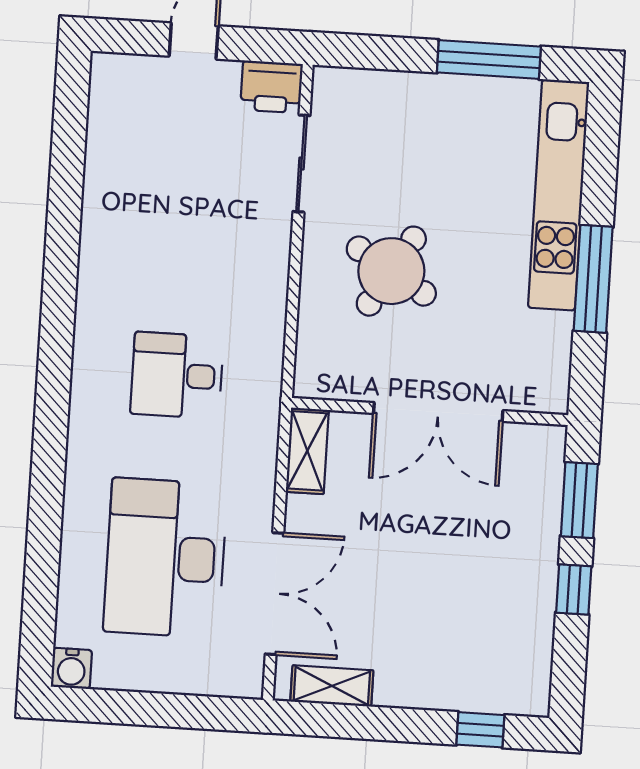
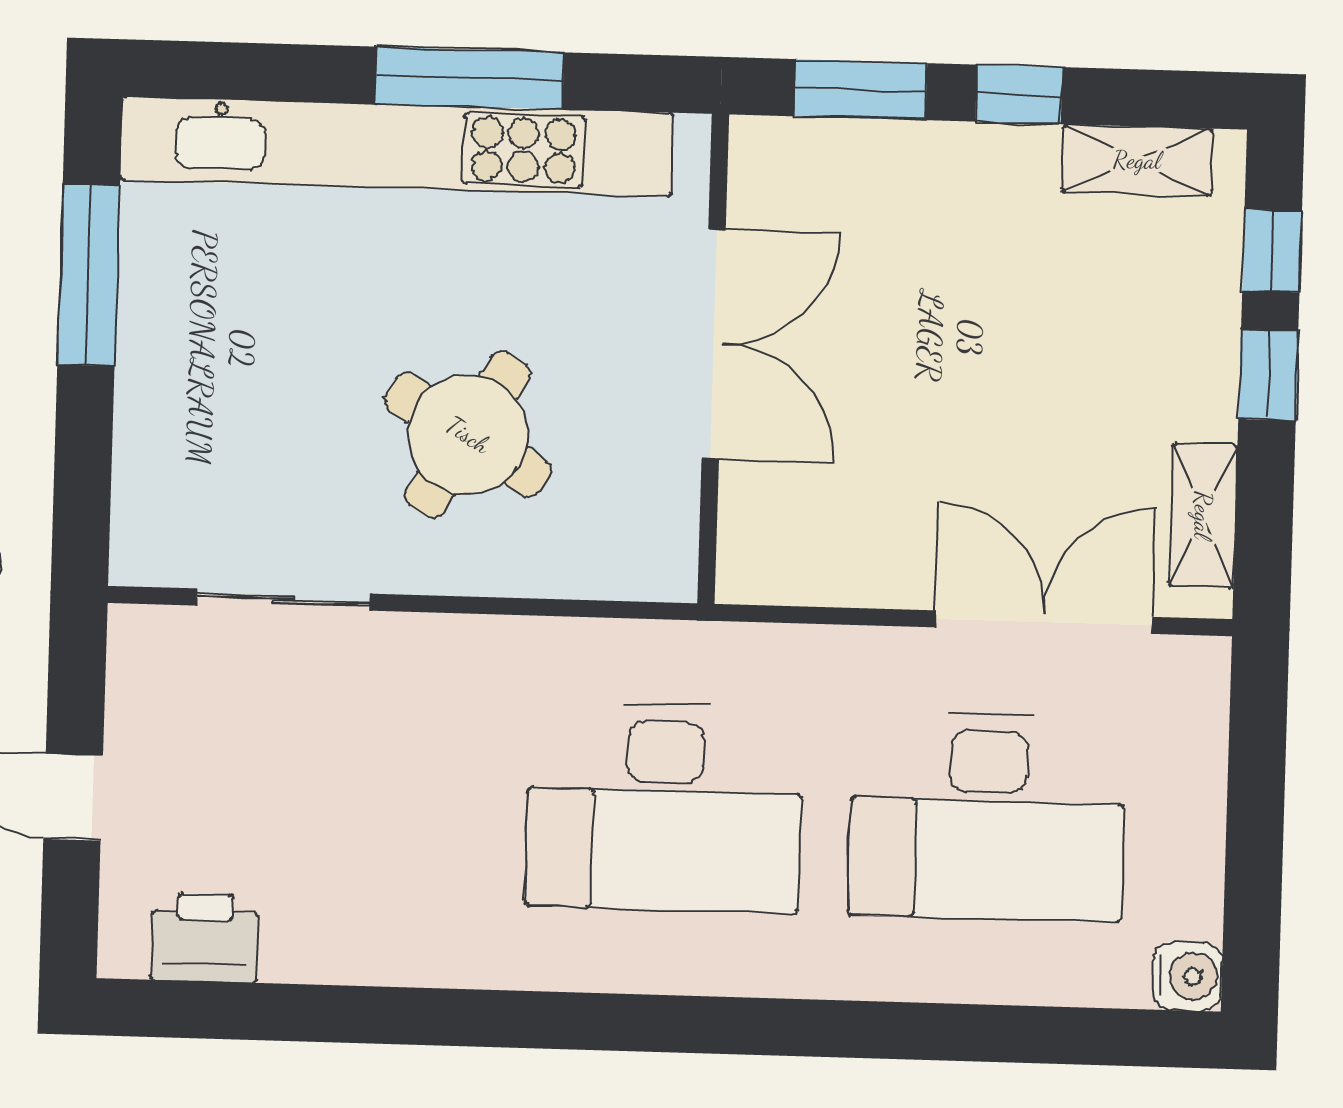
printer: (272, 87) -> (204, 938), moved, turned -90
kitchen unit: (559, 195) -> (397, 146), width x1.36
desk: (177, 375) -> (664, 807), width x1.87, depth x1.30
shelving: (307, 451) -> (1137, 160), moved
window: (410, 725) -> (1268, 375), added

